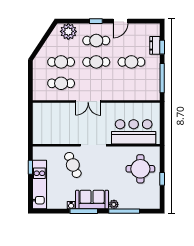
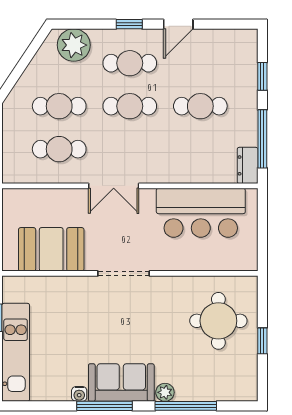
dresser: (155, 45) -> (248, 165), moved
bar counter: (134, 132) -> (201, 213), moved, turned 180
booth: (57, 133) -> (51, 249), added
cafe table: (73, 165) -> (83, 313), removed

